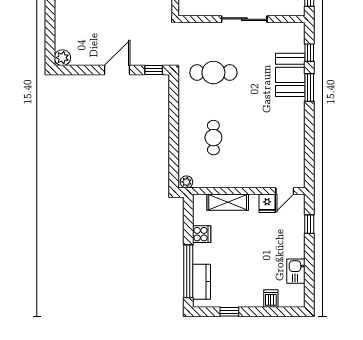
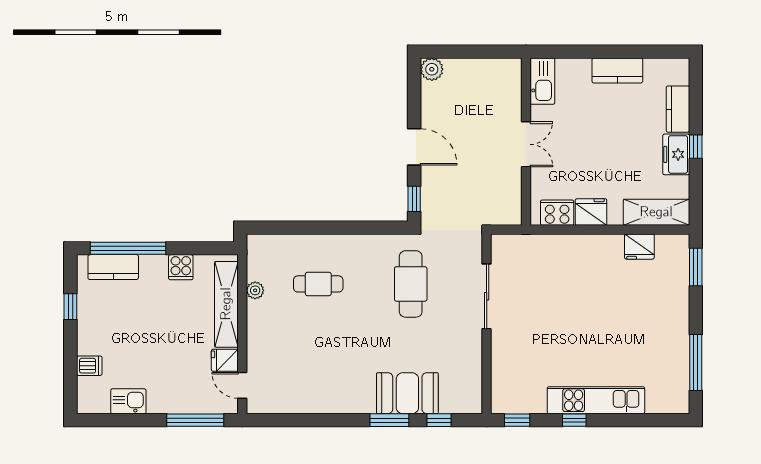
sliding door: (244, 19) -> (487, 296), moved
plant: (186, 182) -> (255, 290), moved
shelving: (228, 202) -> (226, 304), width x1.47
window: (309, 224) -> (195, 420), width x2.17

